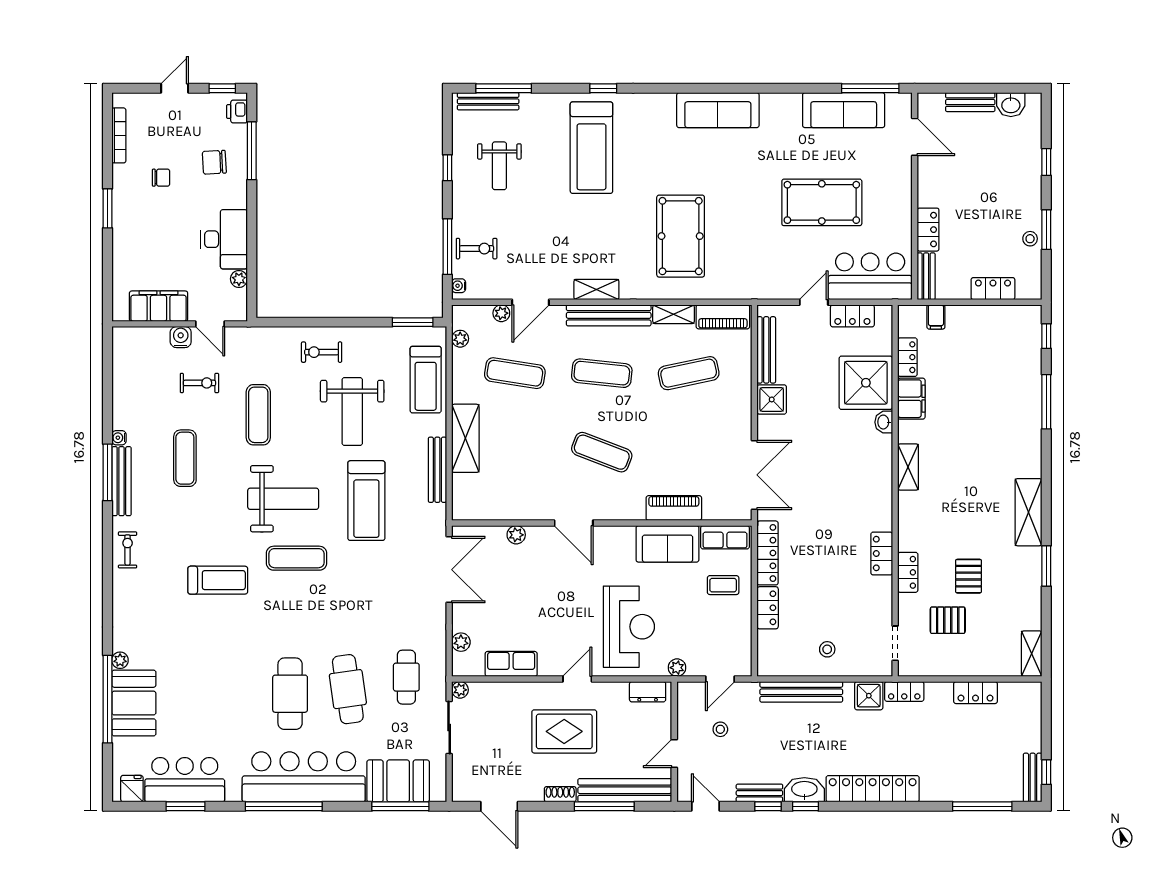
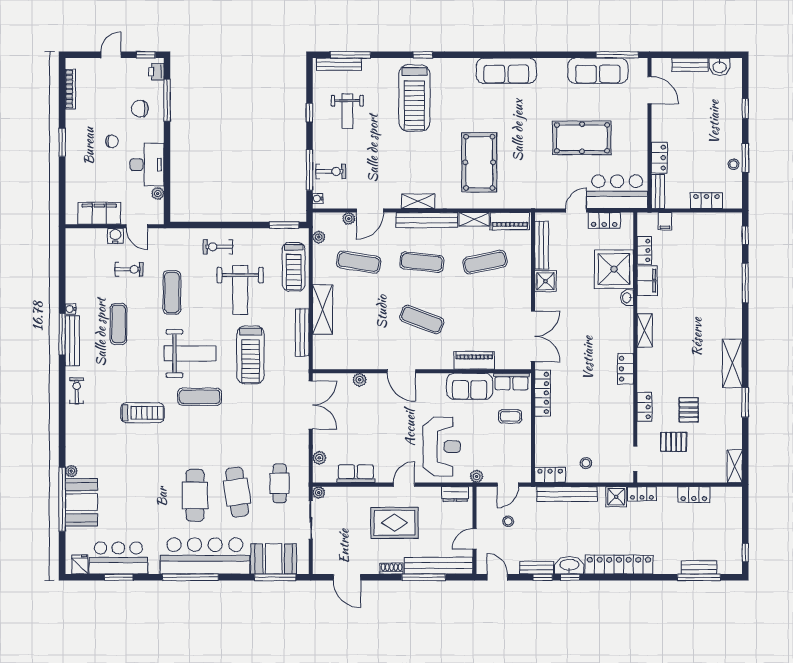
chair: (161, 178) -> (112, 141), moved
locker: (882, 554) -> (626, 369), moved
locker: (768, 608) -> (550, 475), moved, turned -90
bench: (1033, 778) -> (699, 567), moved, turned 90

